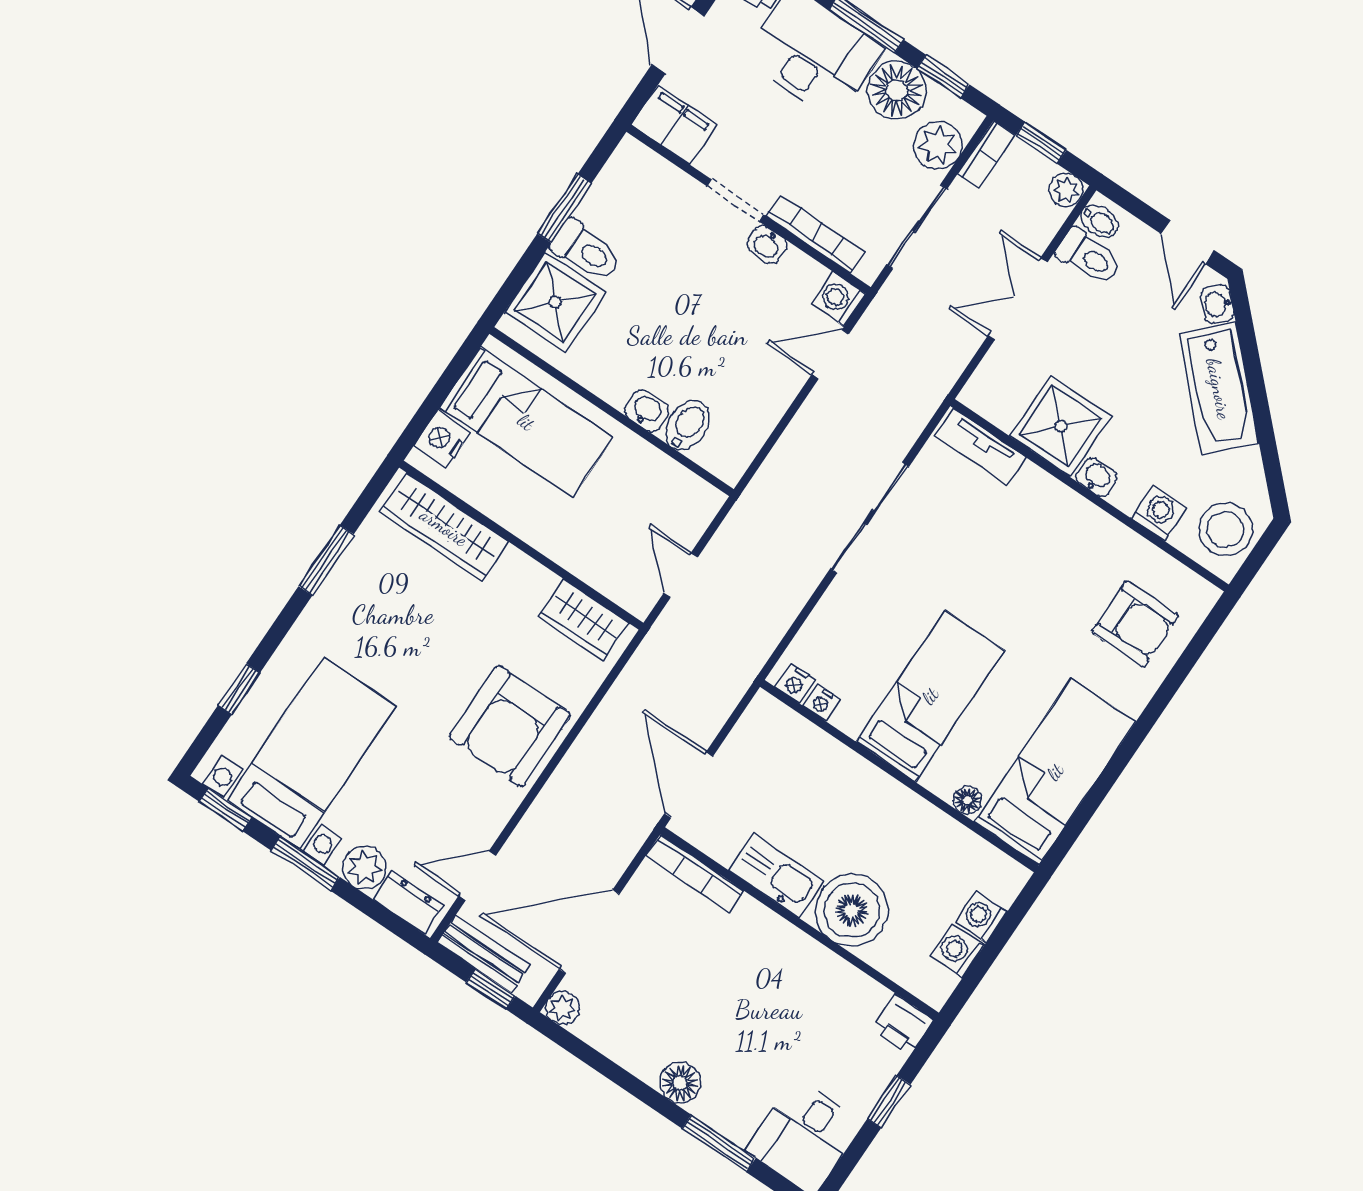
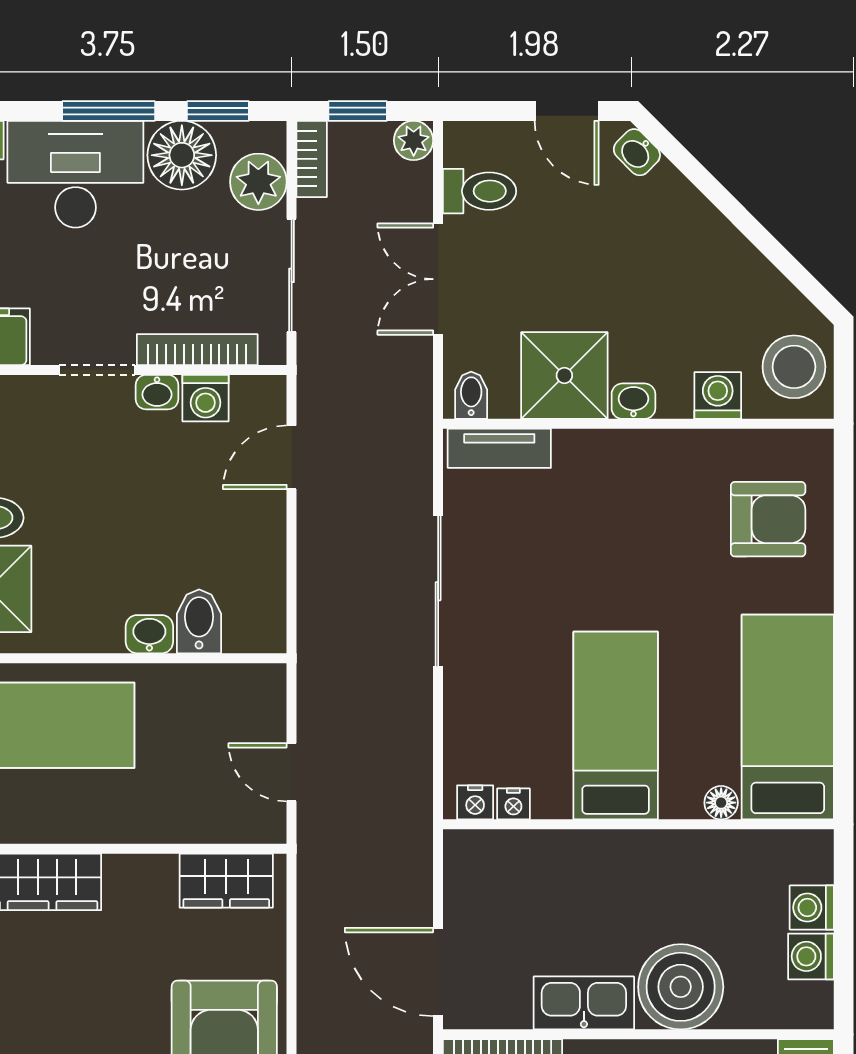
bidet: (1099, 221) -> (471, 395), moved, turned -90
washing machine: (839, 299) -> (206, 398), moved, turned -90
bathtub: (1219, 389) -> (694, 234), removed

